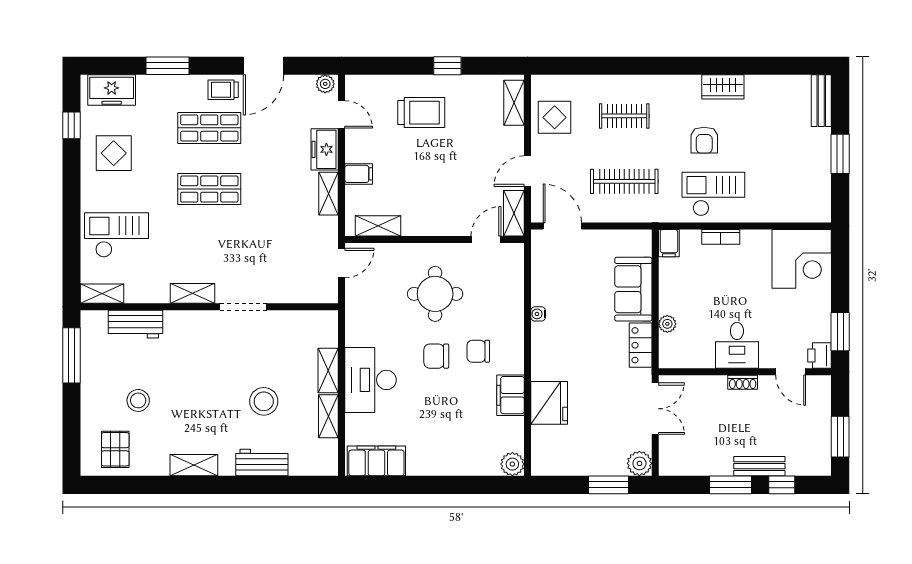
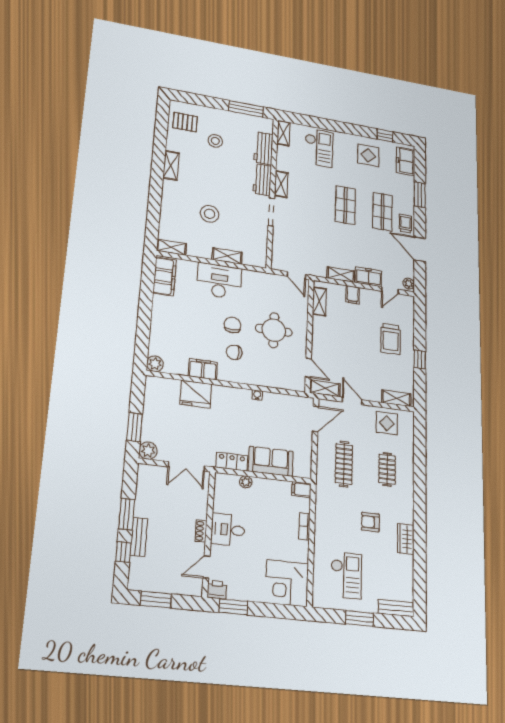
checkout: (713, 194) -> (346, 575), moved
chair: (478, 351) -> (234, 352), turned -90
shelving: (328, 416) -> (172, 247), moved
workbench: (262, 462) -> (262, 180), moved, turned 180

